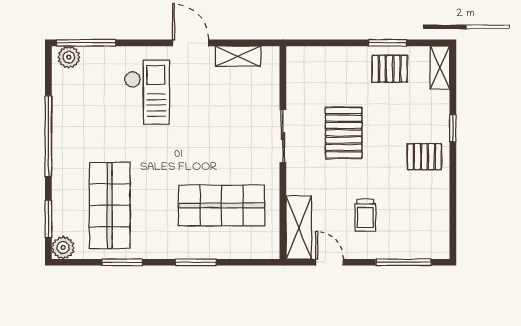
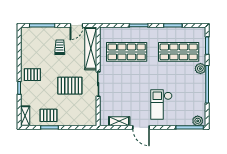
pallet: (344, 133) -> (70, 86), turned 90
shop shelf: (110, 205) -> (179, 52), turned 90
shelving: (299, 228) -> (91, 48), width x1.47
plant: (63, 248) -> (200, 69), moved
door: (330, 262) -> (76, 25), hinge flipped

